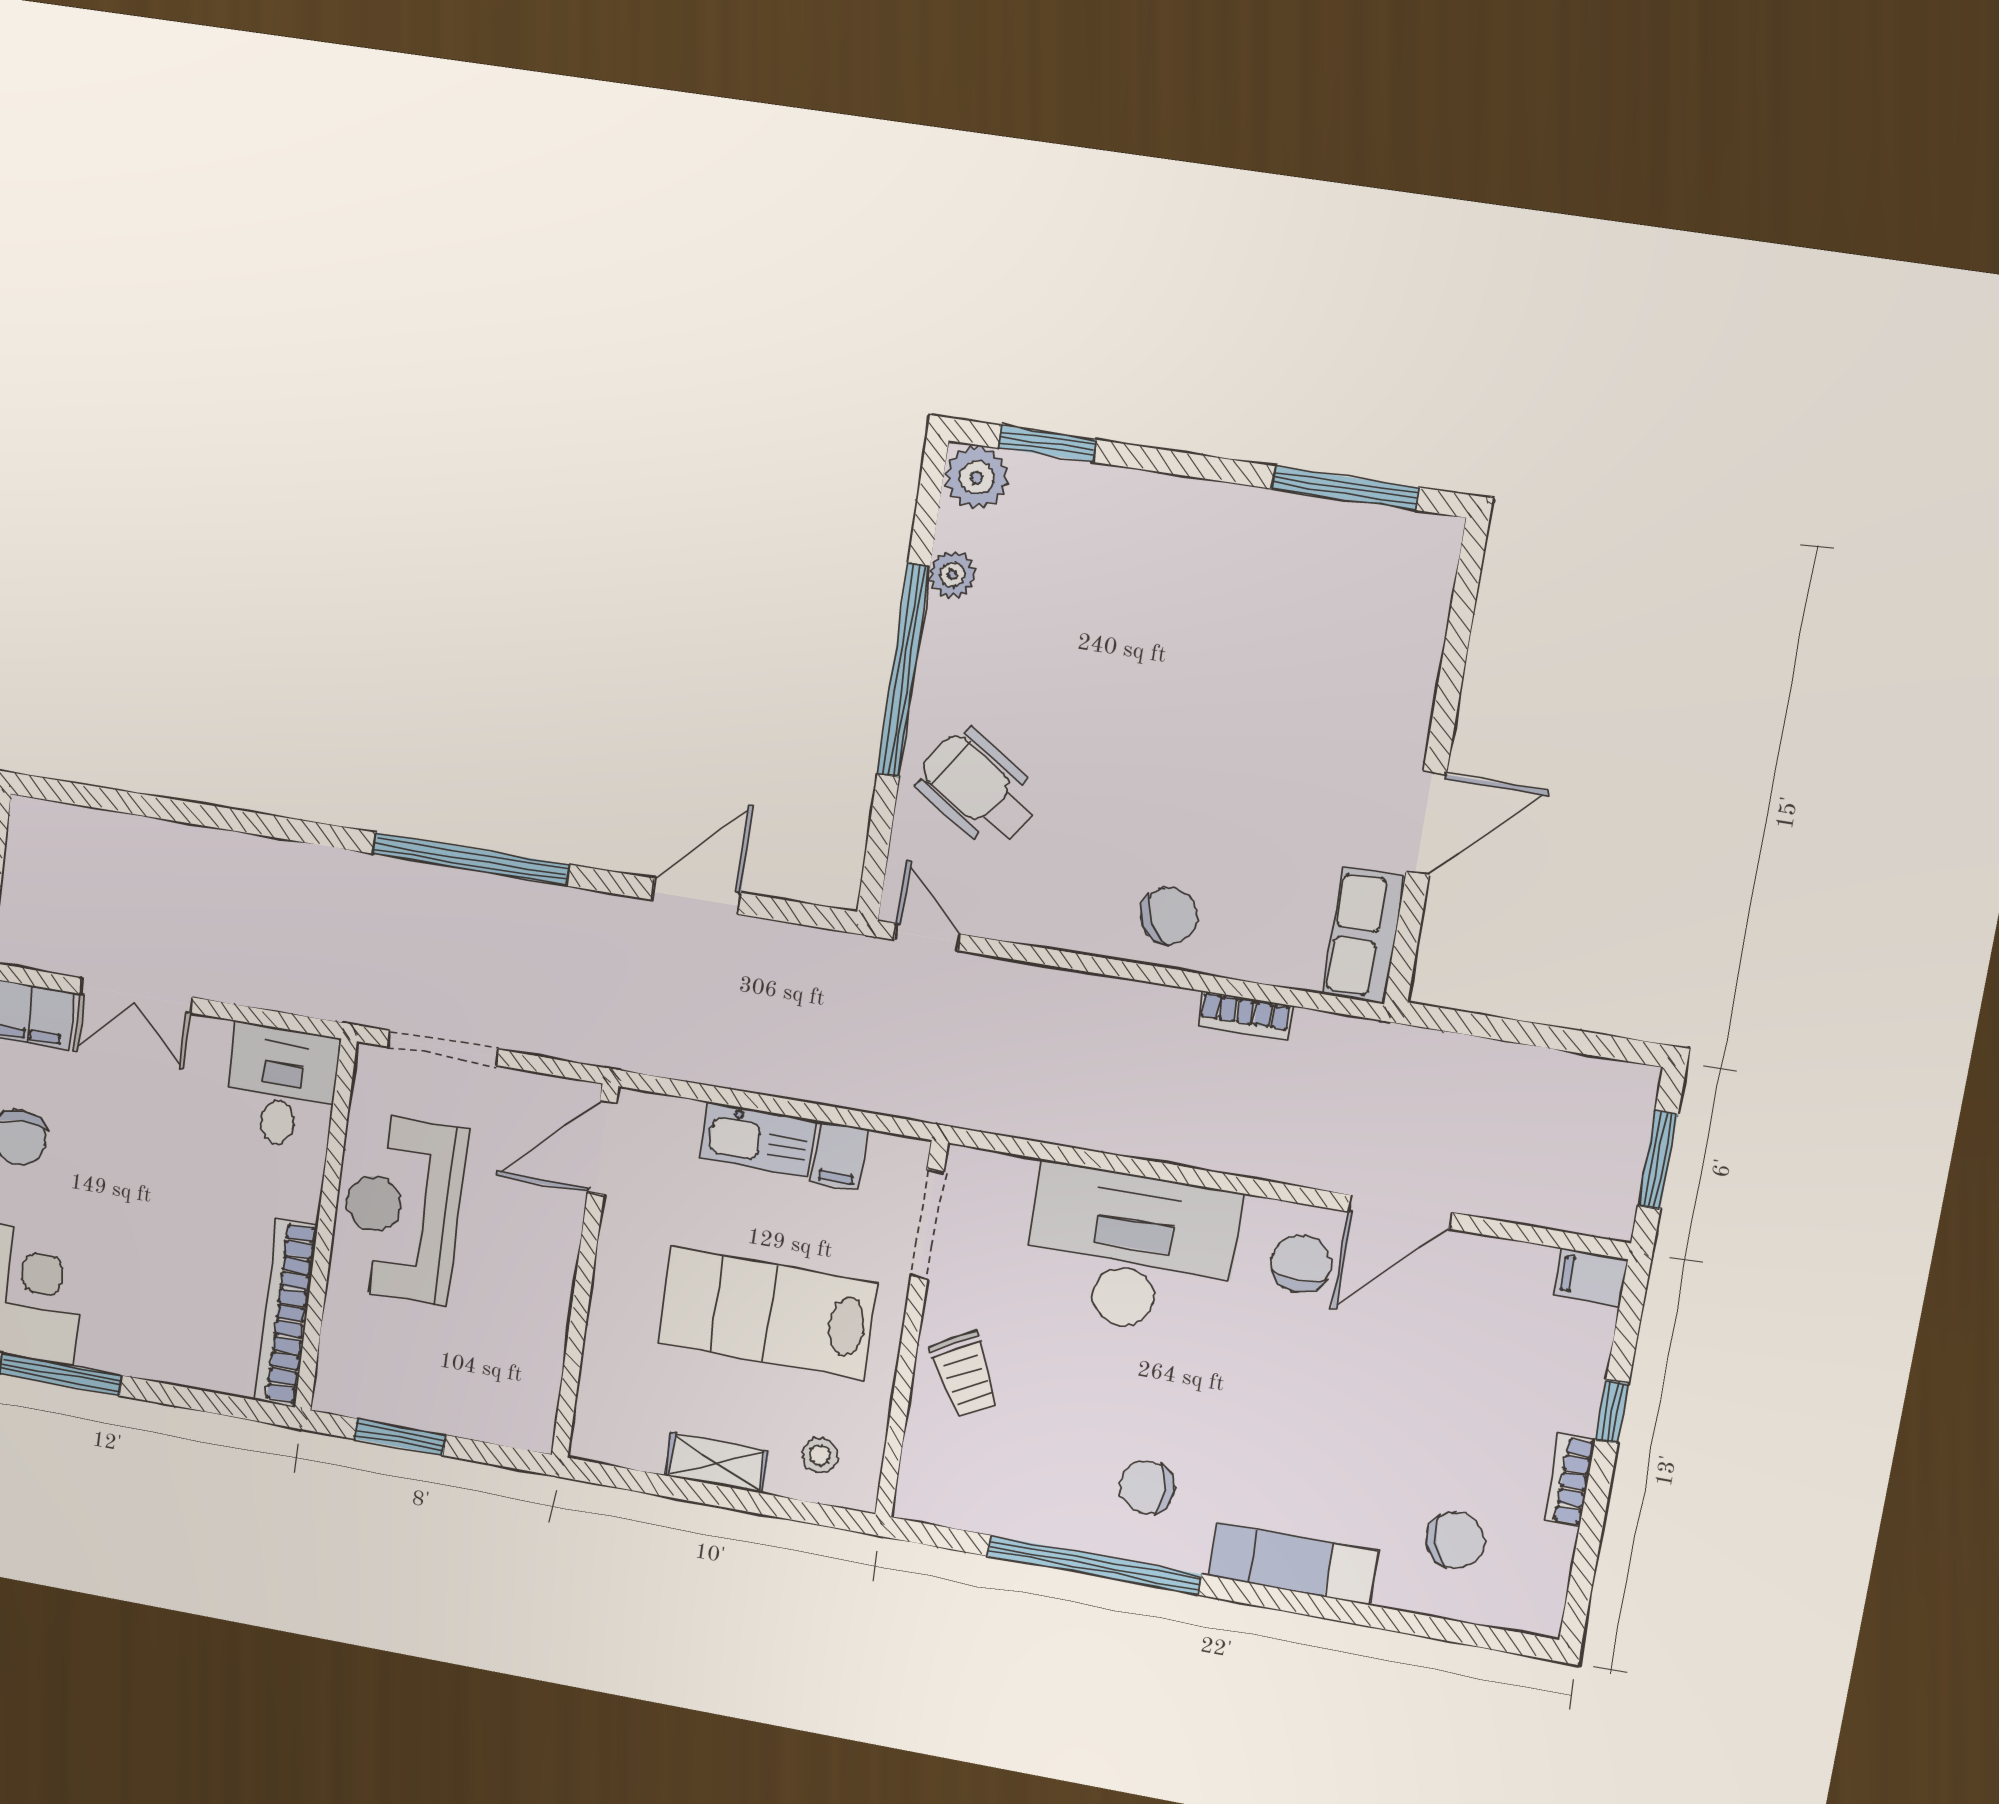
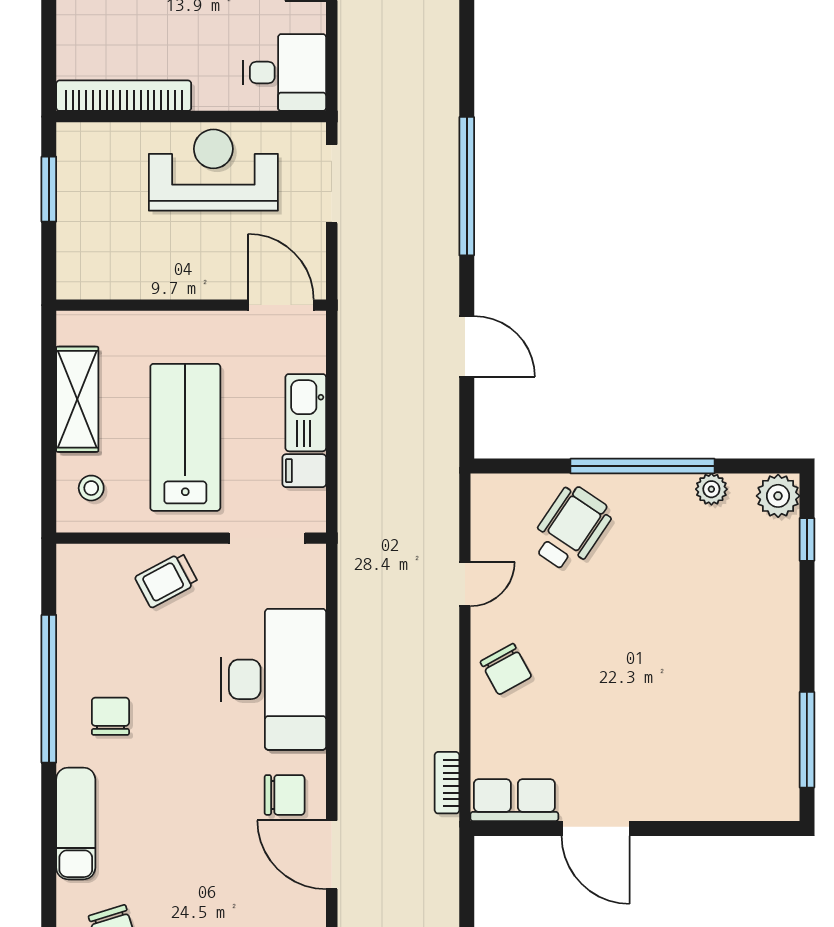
window: (1047, 444) -> (807, 539), width x0.67
door: (927, 937) -> (465, 584), moved
bookcase: (1245, 1016) -> (447, 783), moved
shelving: (717, 1463) -> (77, 399), width x1.50, depth x1.33

